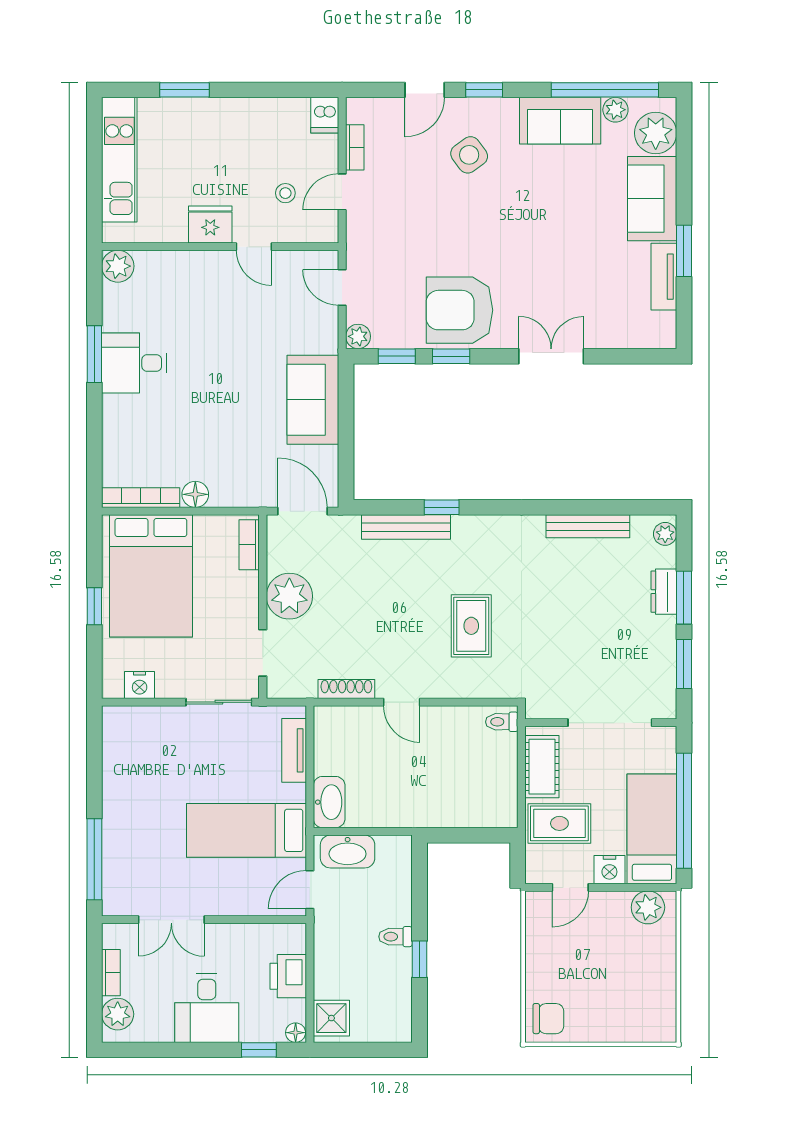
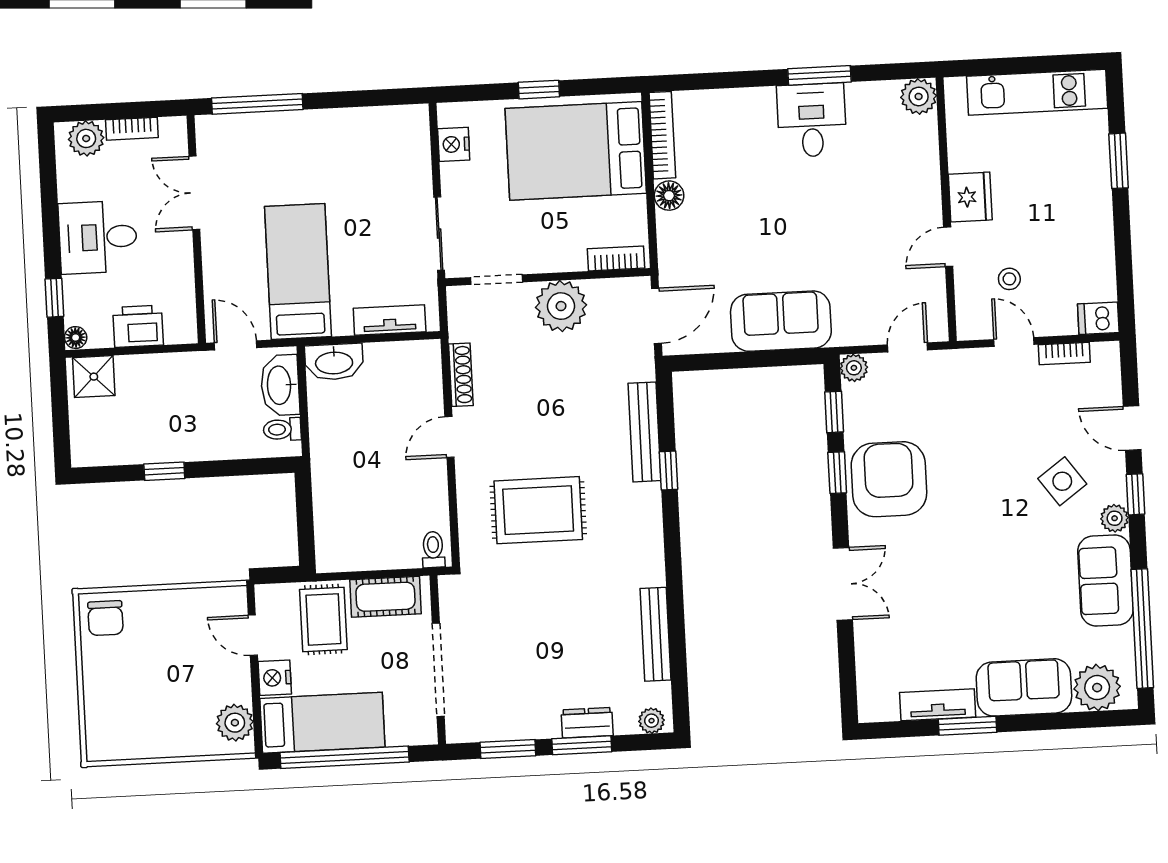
plant: (615, 110) -> (1115, 518), moved
rug: (471, 626) -> (538, 510), width x1.36, depth x1.43
toilet: (395, 937) -> (282, 429), moved, turned -90

